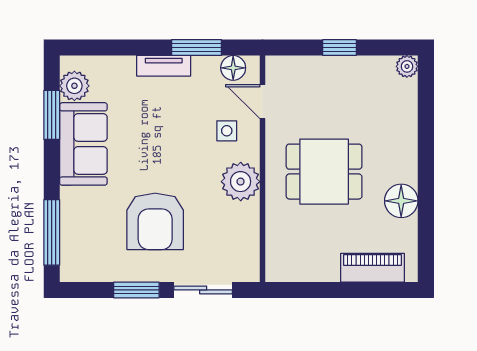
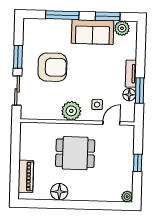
floor lamp: (233, 68) -> (129, 95), moved
dining table: (324, 172) -> (75, 153), turned 90
armchair: (155, 221) -> (52, 67), turned 180
window: (52, 232) -> (62, 15), moved

